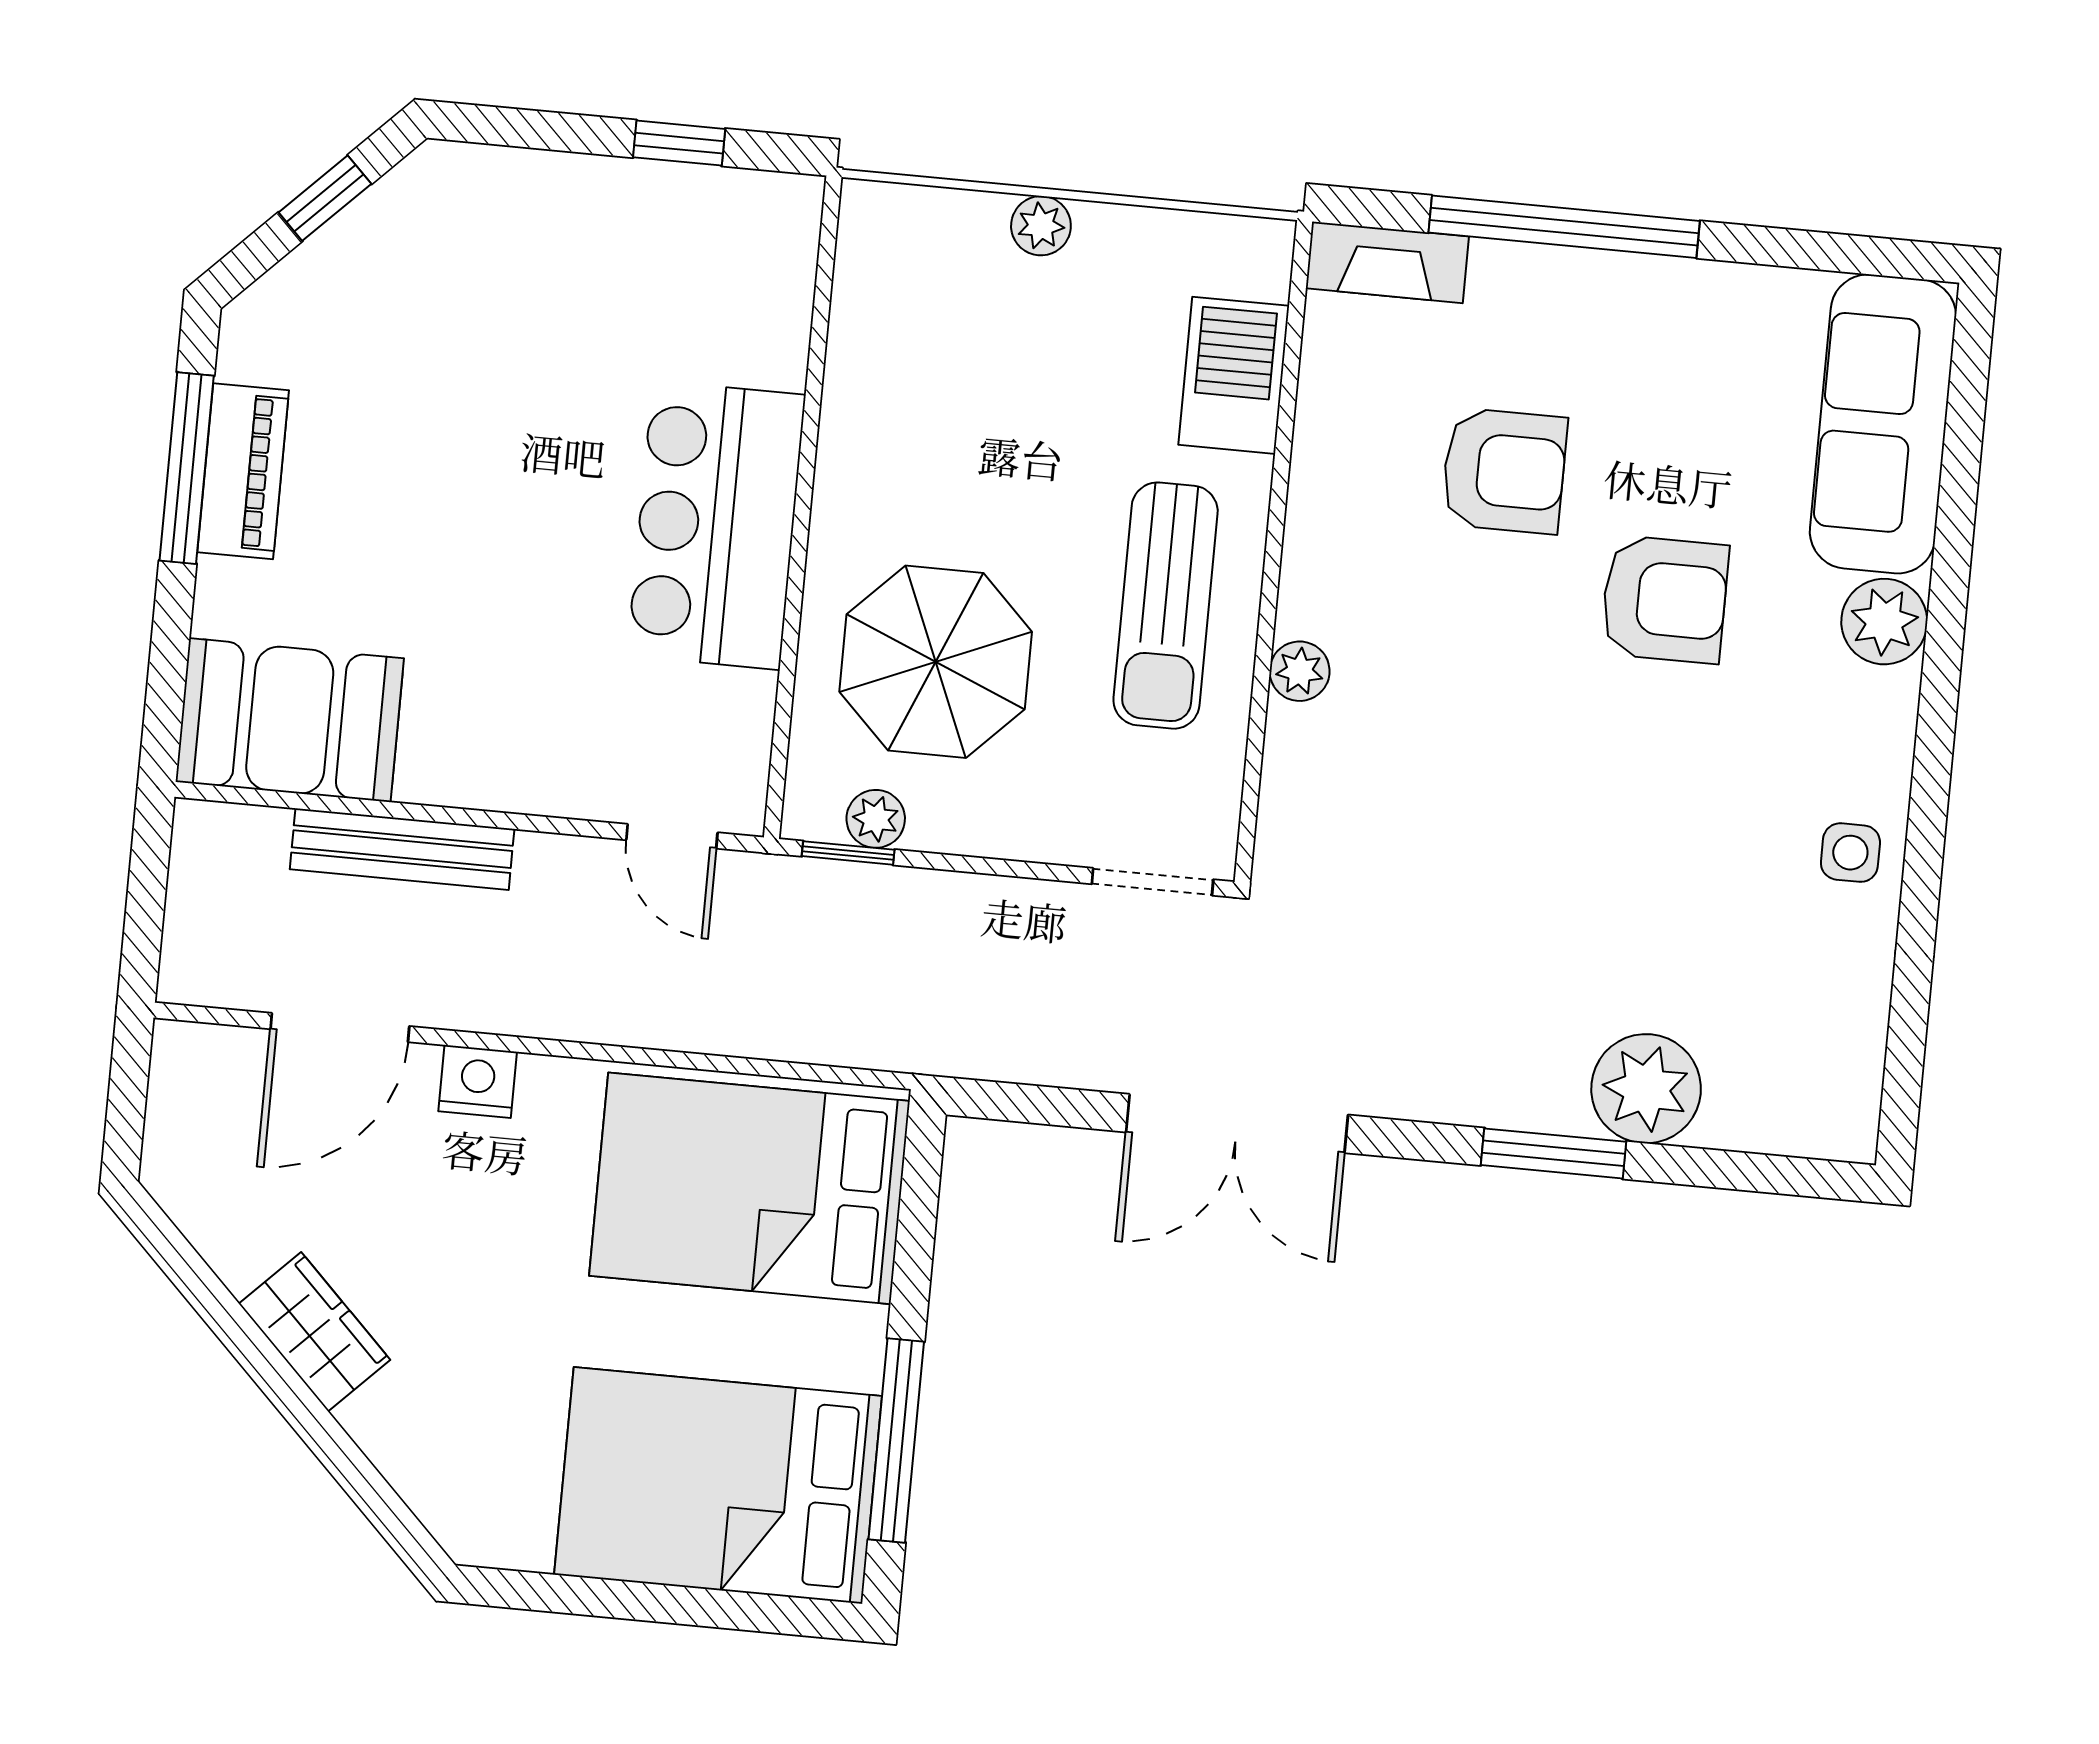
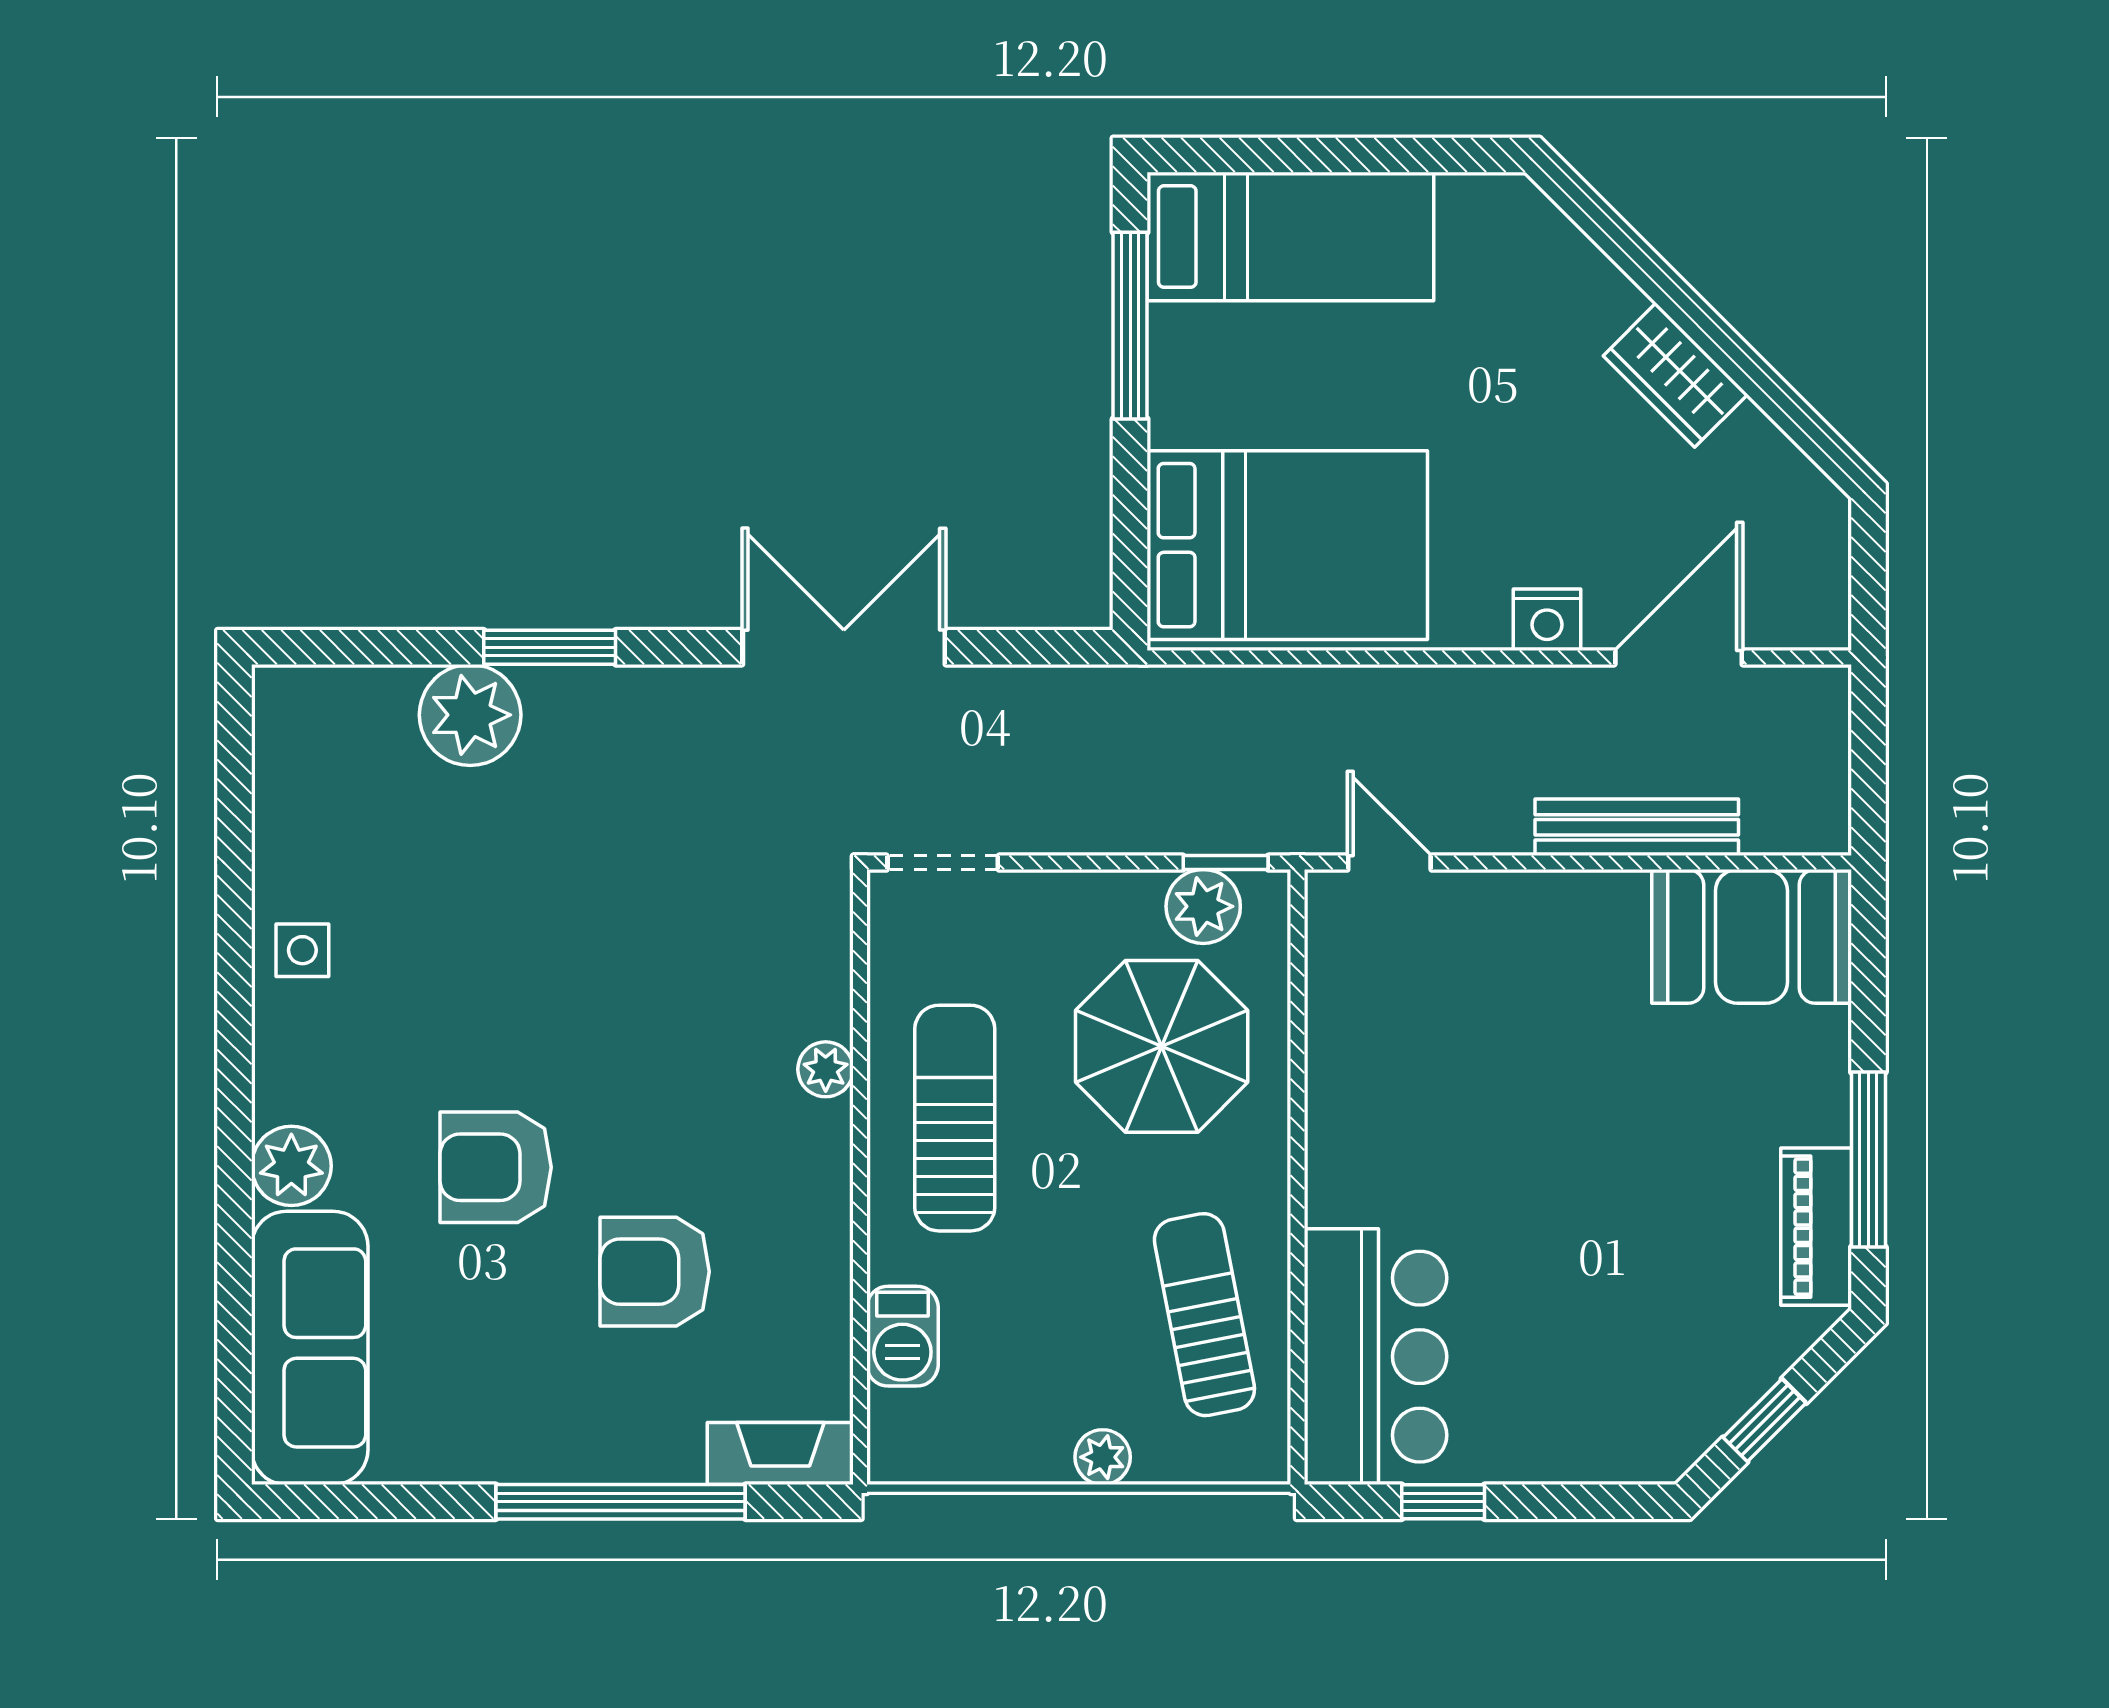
sun lounger: (917, 369) -> (1204, 1315), added
barbecue: (1234, 375) -> (902, 1336), width x0.73, depth x0.79
piano: (243, 471) -> (1816, 1227), moved
bar counter: (716, 525) -> (1376, 1357), moved
plant: (876, 819) -> (1203, 906), width x1.38, depth x1.38
bed: (718, 1485) -> (1290, 237), width x0.67

